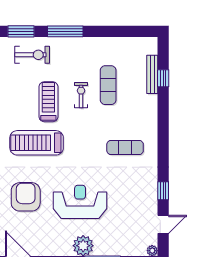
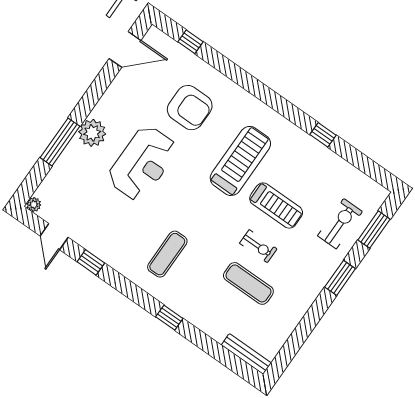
window: (65, 31) -> (340, 278), width x0.69
exercise bike: (32, 55) -> (340, 224), turned 180
bench: (152, 74) -> (246, 354), moved
window: (163, 78) -> (169, 318), moved

